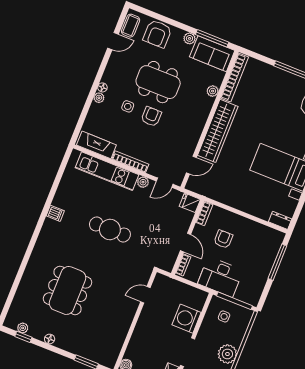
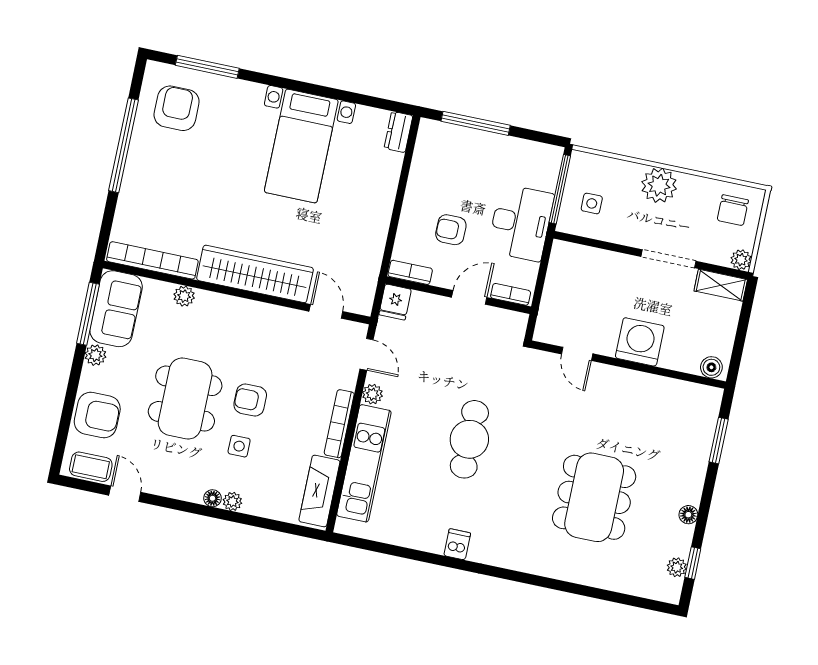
dining table: (68, 290) -> (594, 497), turned 90
washing machine: (187, 319) -> (640, 342), moved, turned 180

